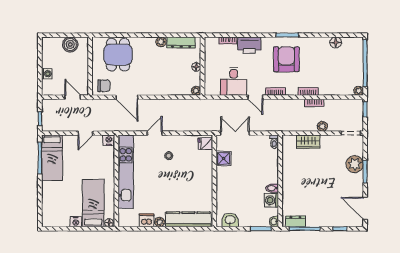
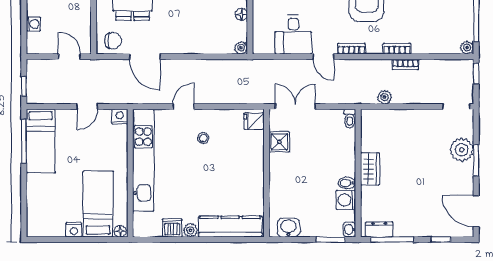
plant: (322, 126) -> (384, 97), moved
wardrobe: (308, 142) -> (370, 169), moved, turned -90

